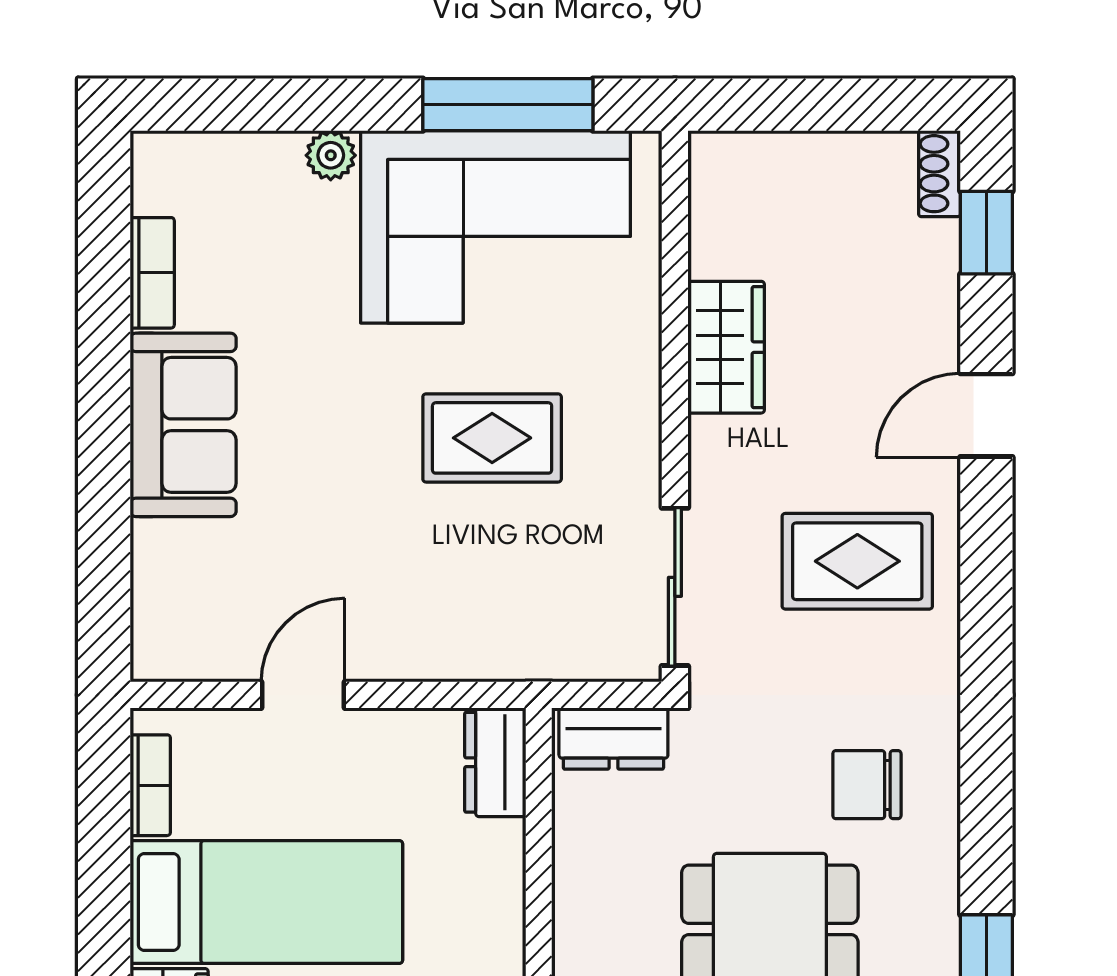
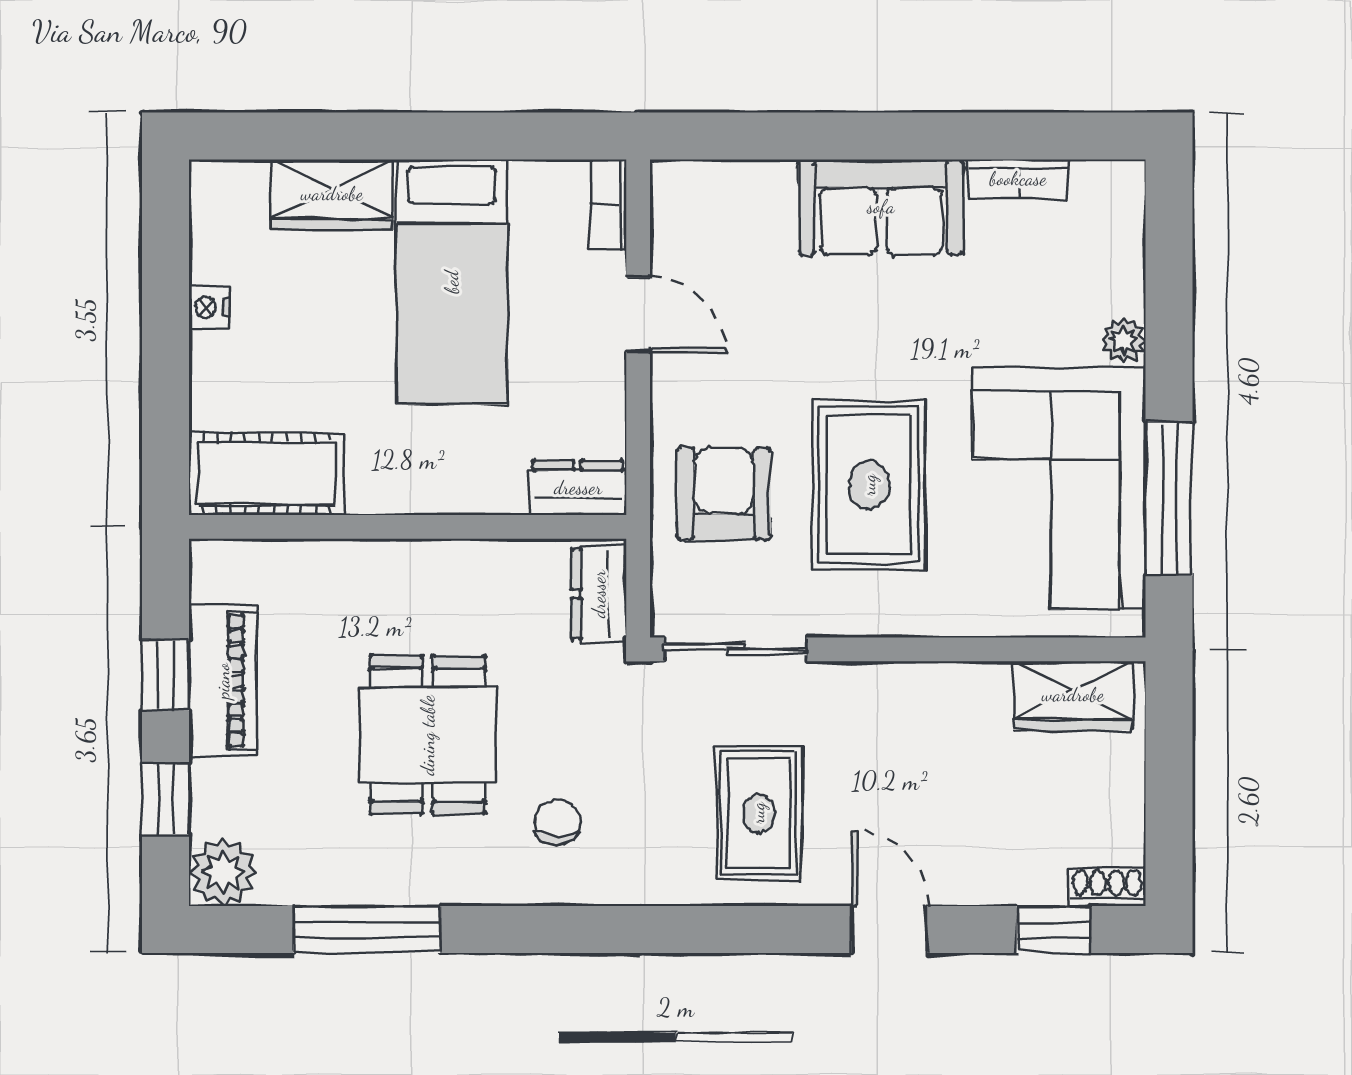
wardrobe: (726, 347) -> (1073, 695), moved
rug: (492, 438) -> (869, 485), width x1.36, depth x1.43
armchair: (502, 600) -> (724, 494), added
bookcase: (150, 785) -> (608, 205), moved, turned 90
chair: (867, 785) -> (557, 822), width x0.73, depth x0.73

